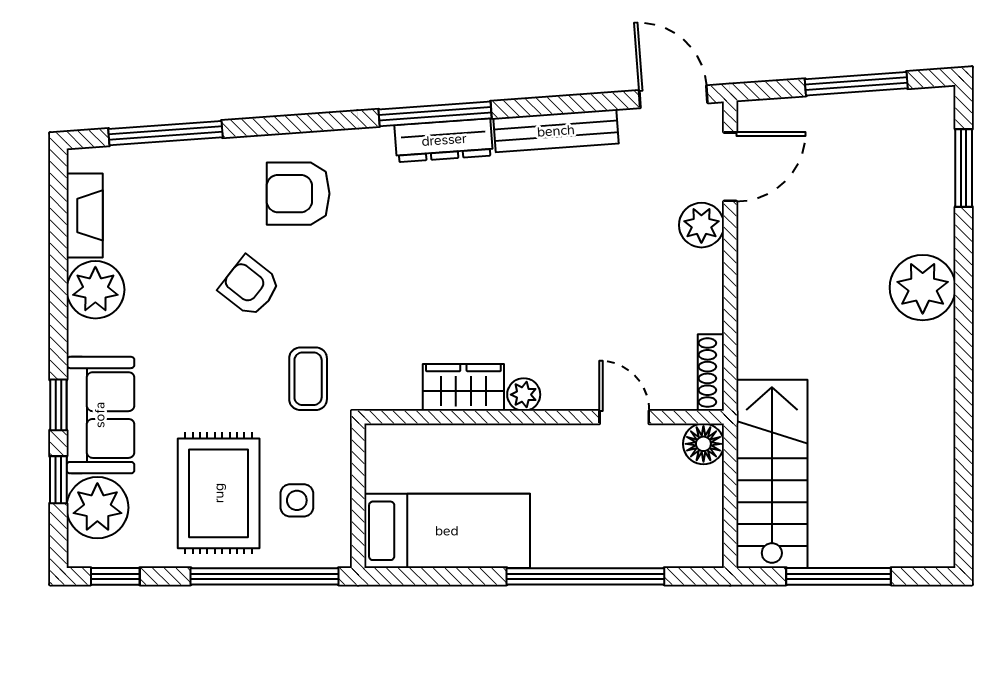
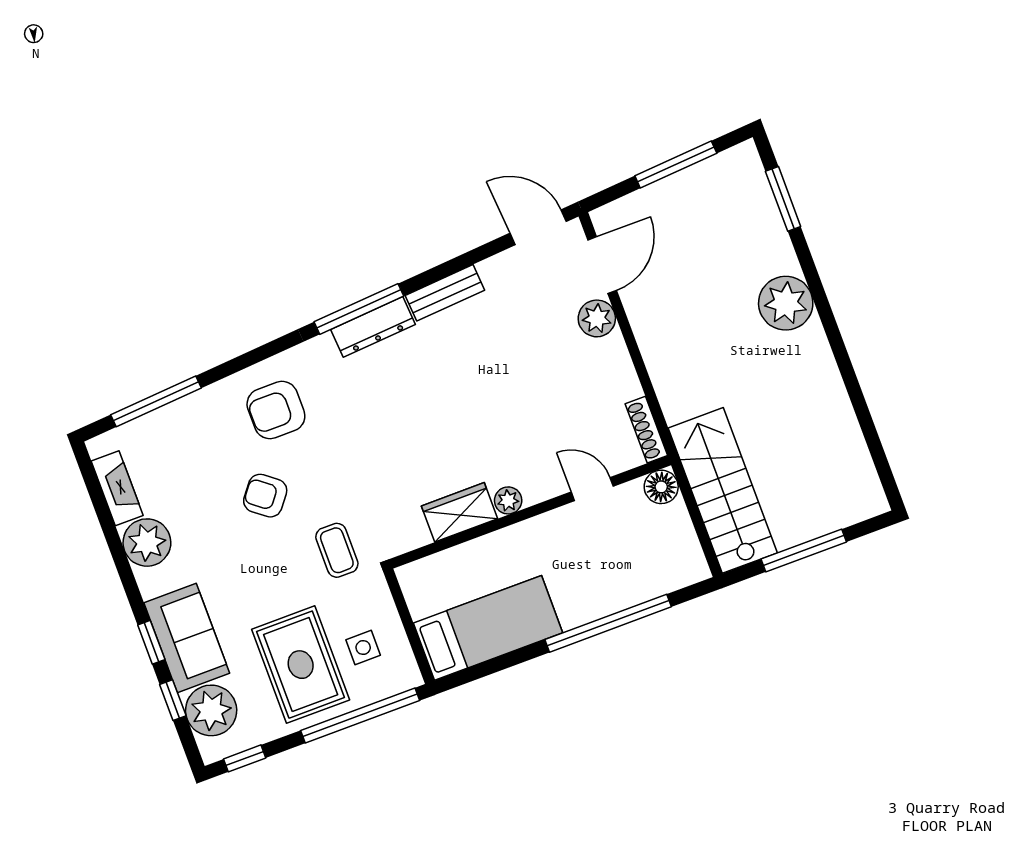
bench: (556, 131) -> (445, 293), width x0.73

